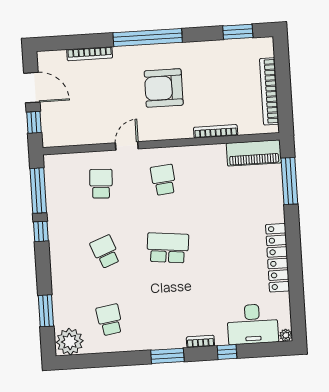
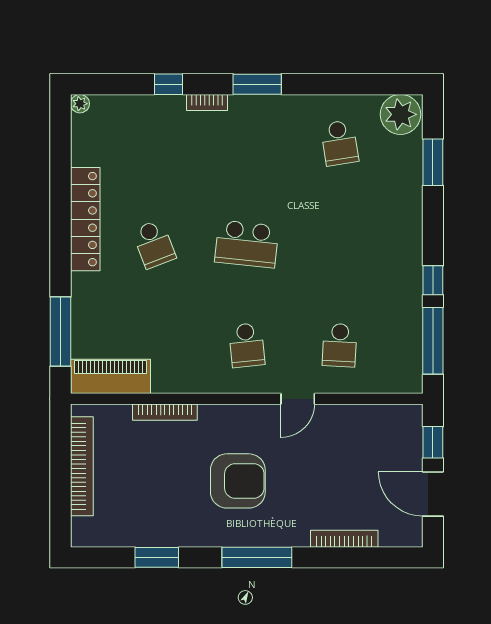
window: (238, 32) -> (157, 557), moved
window: (148, 37) -> (257, 557), width x0.68
school desk: (105, 252) -> (154, 244), moved
desk: (253, 324) -> (128, 123), removed

